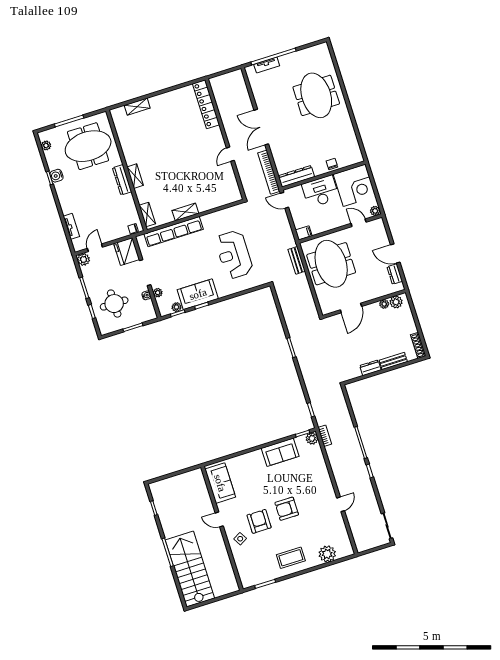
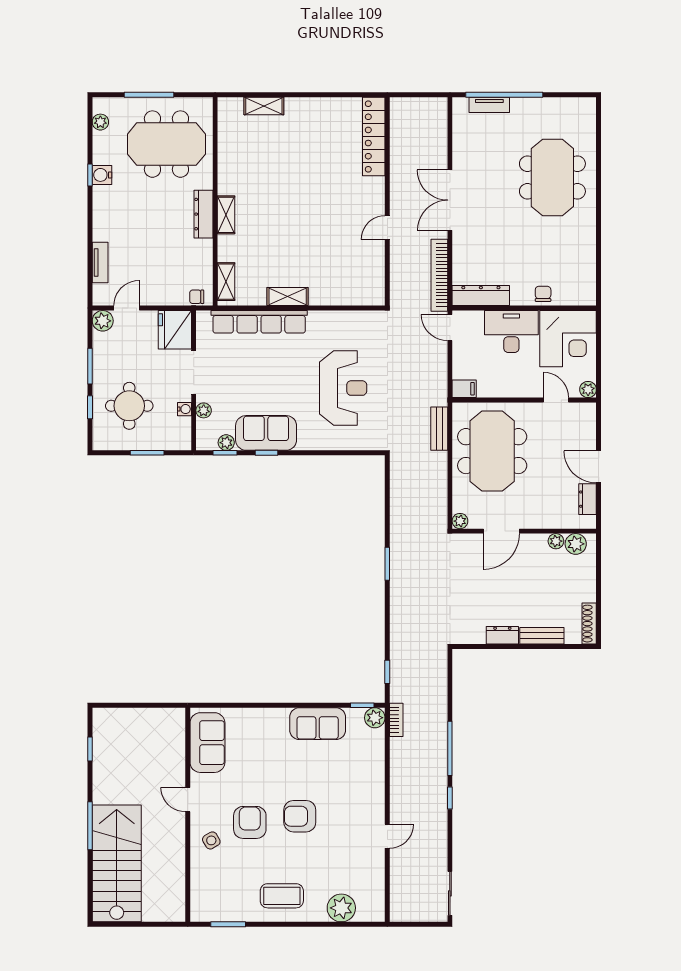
reception desk: (234, 254) -> (343, 388), turned 180
plant: (325, 310) -> (460, 521), added

